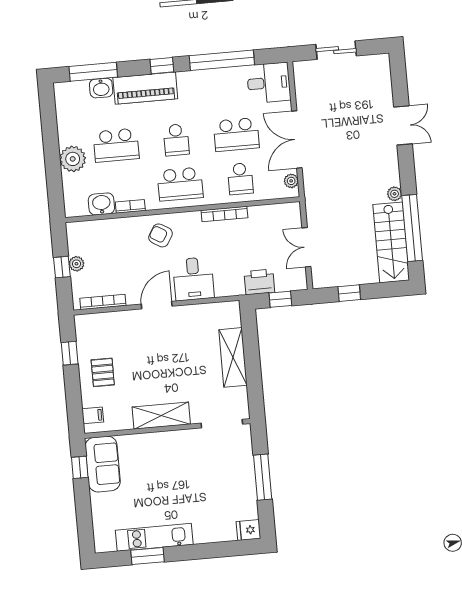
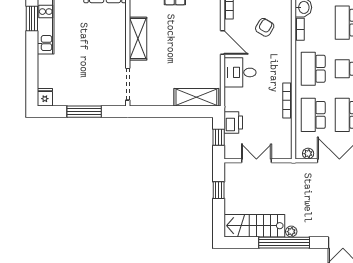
school desk: (240, 179) -> (313, 115), width x1.85
window: (412, 228) -> (284, 243), moved
armchair: (161, 235) -> (265, 27), moved
shelving: (233, 357) -> (196, 97), moved

